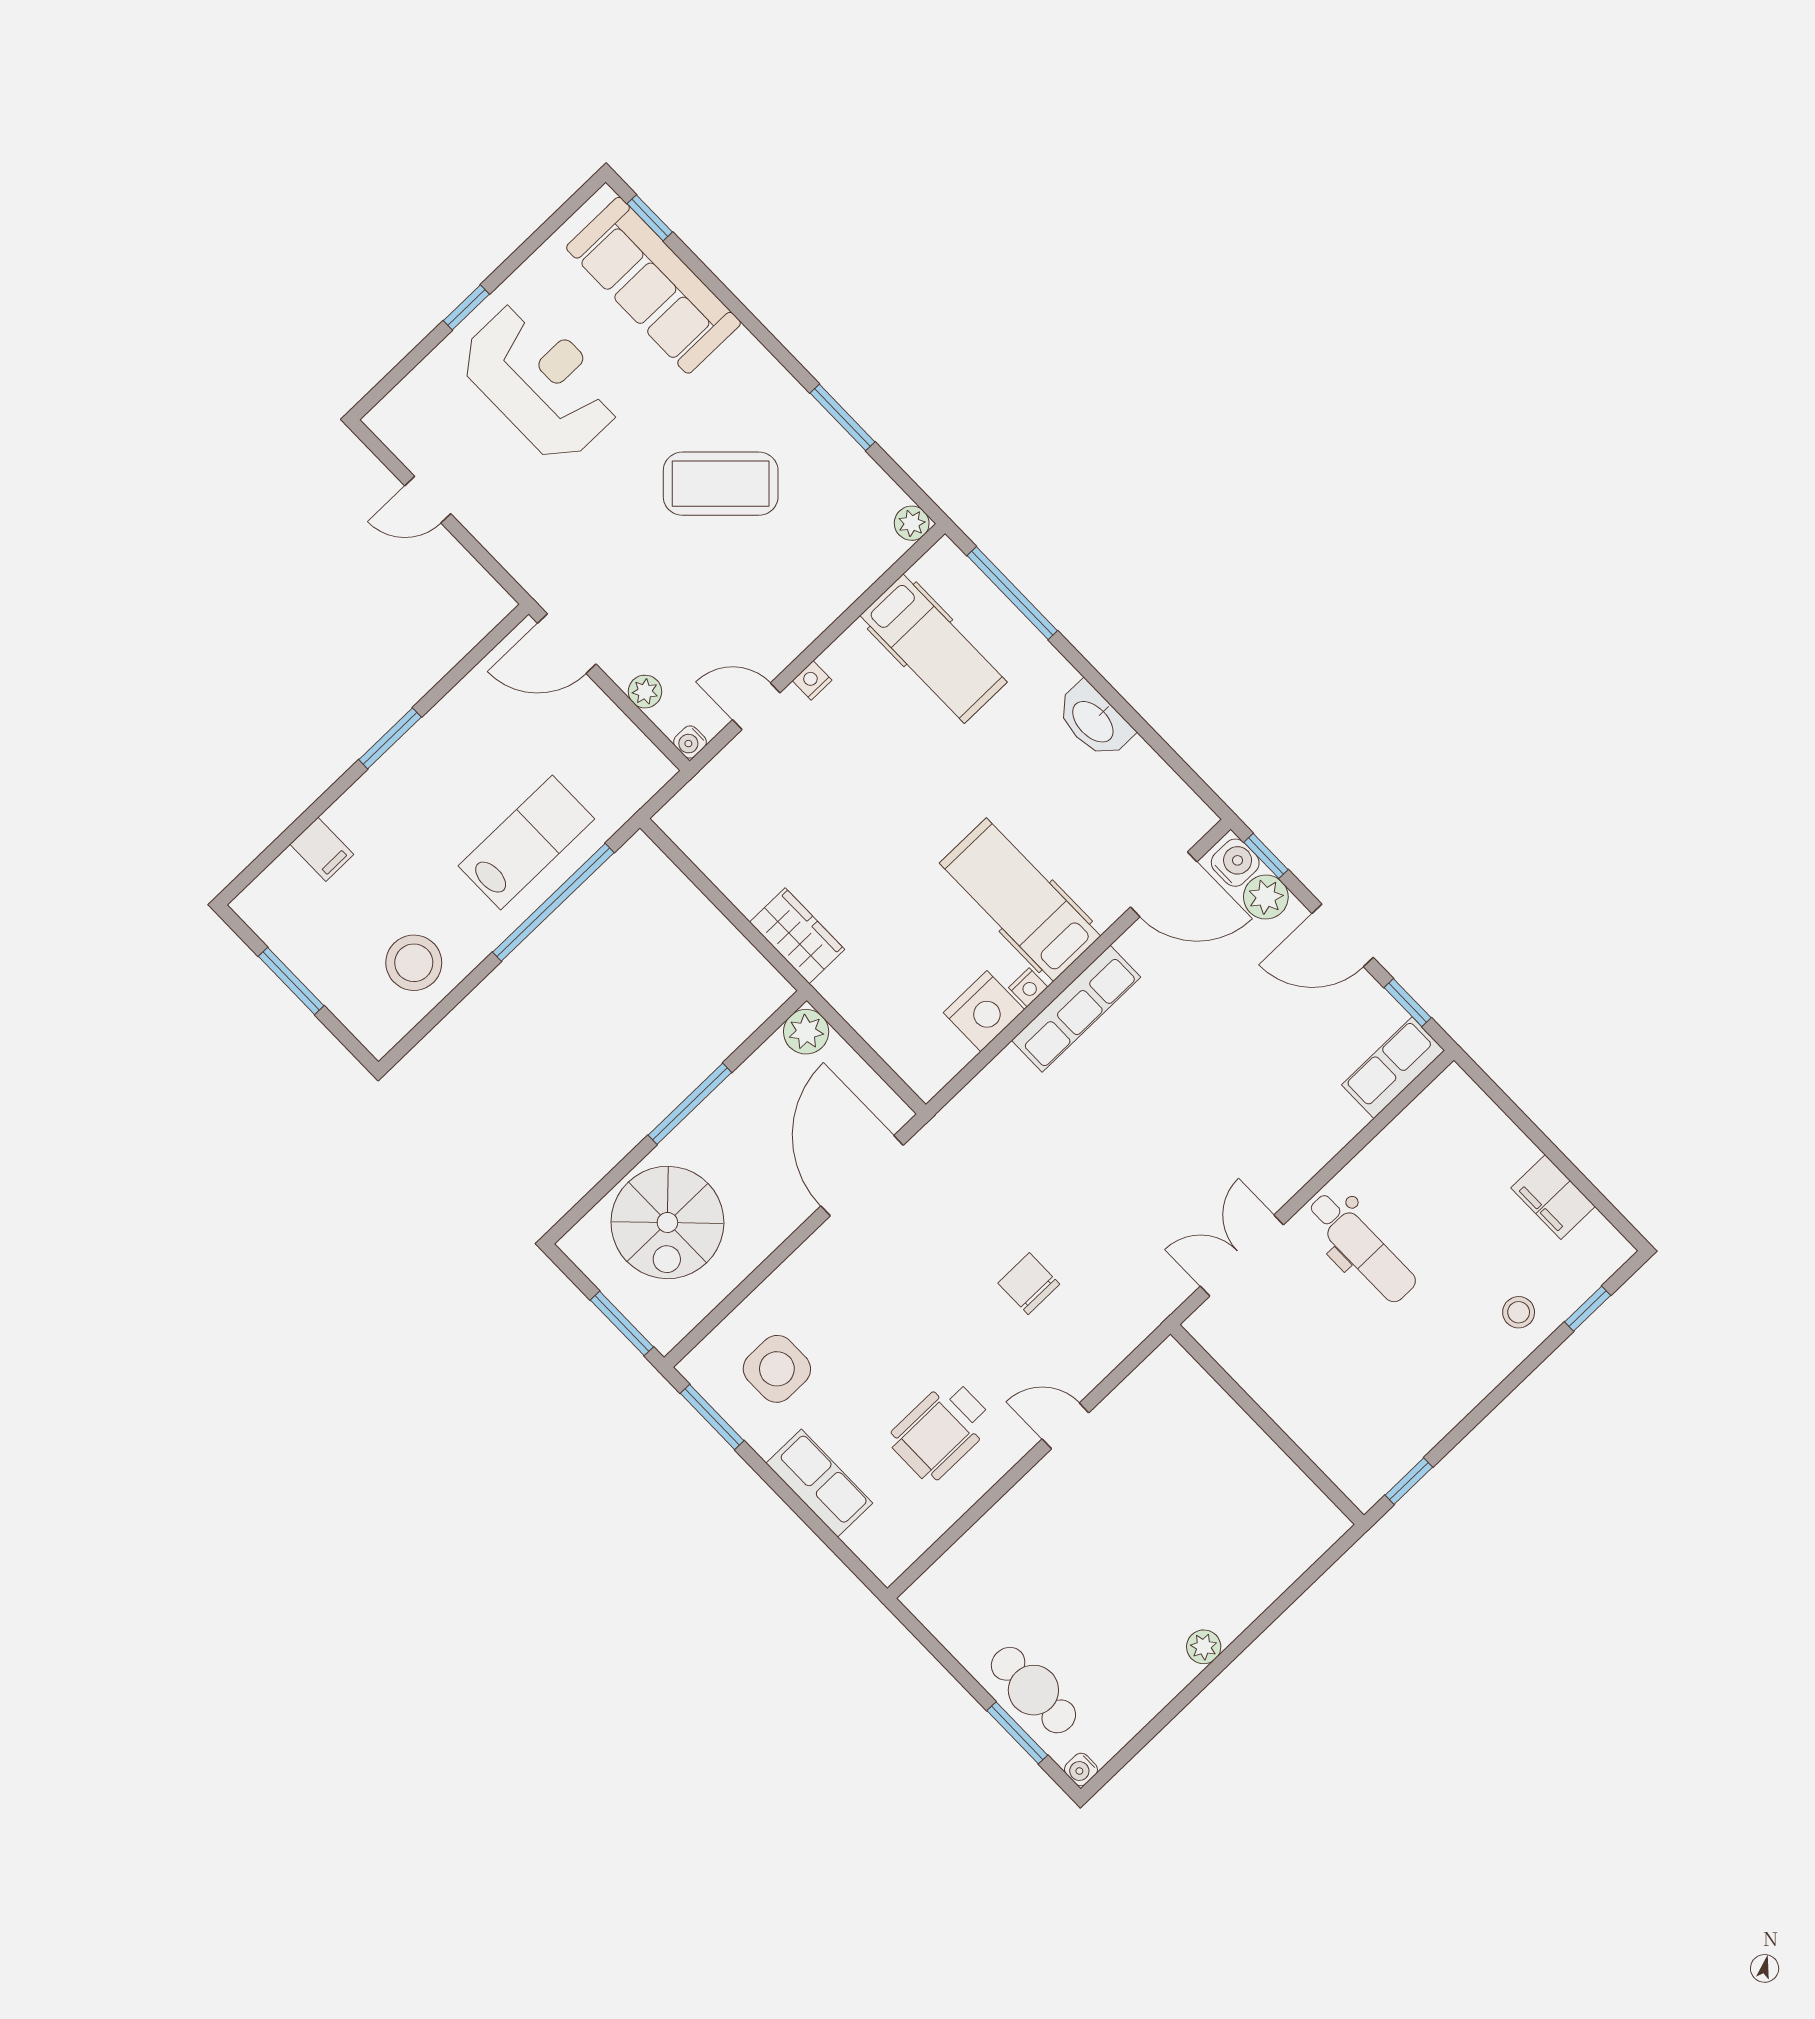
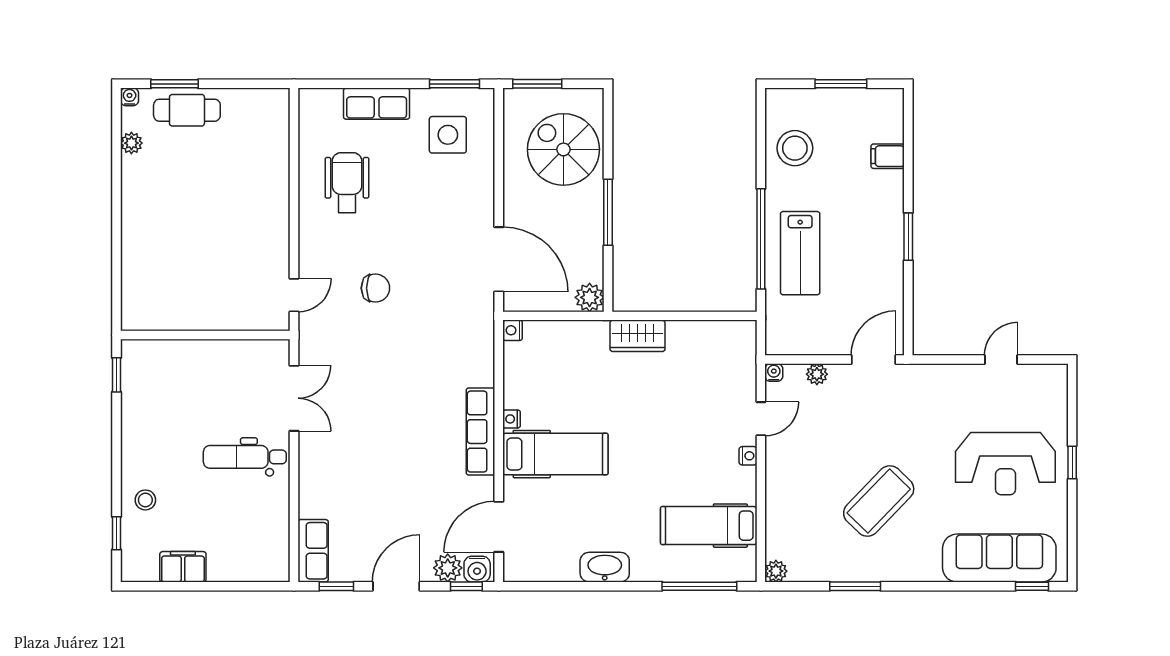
nightstand: (984, 1011) -> (513, 330), moved, width x0.53, depth x0.56
door: (1065, 1426) -> (294, 295), moved
plant: (1204, 1647) -> (131, 143), moved

